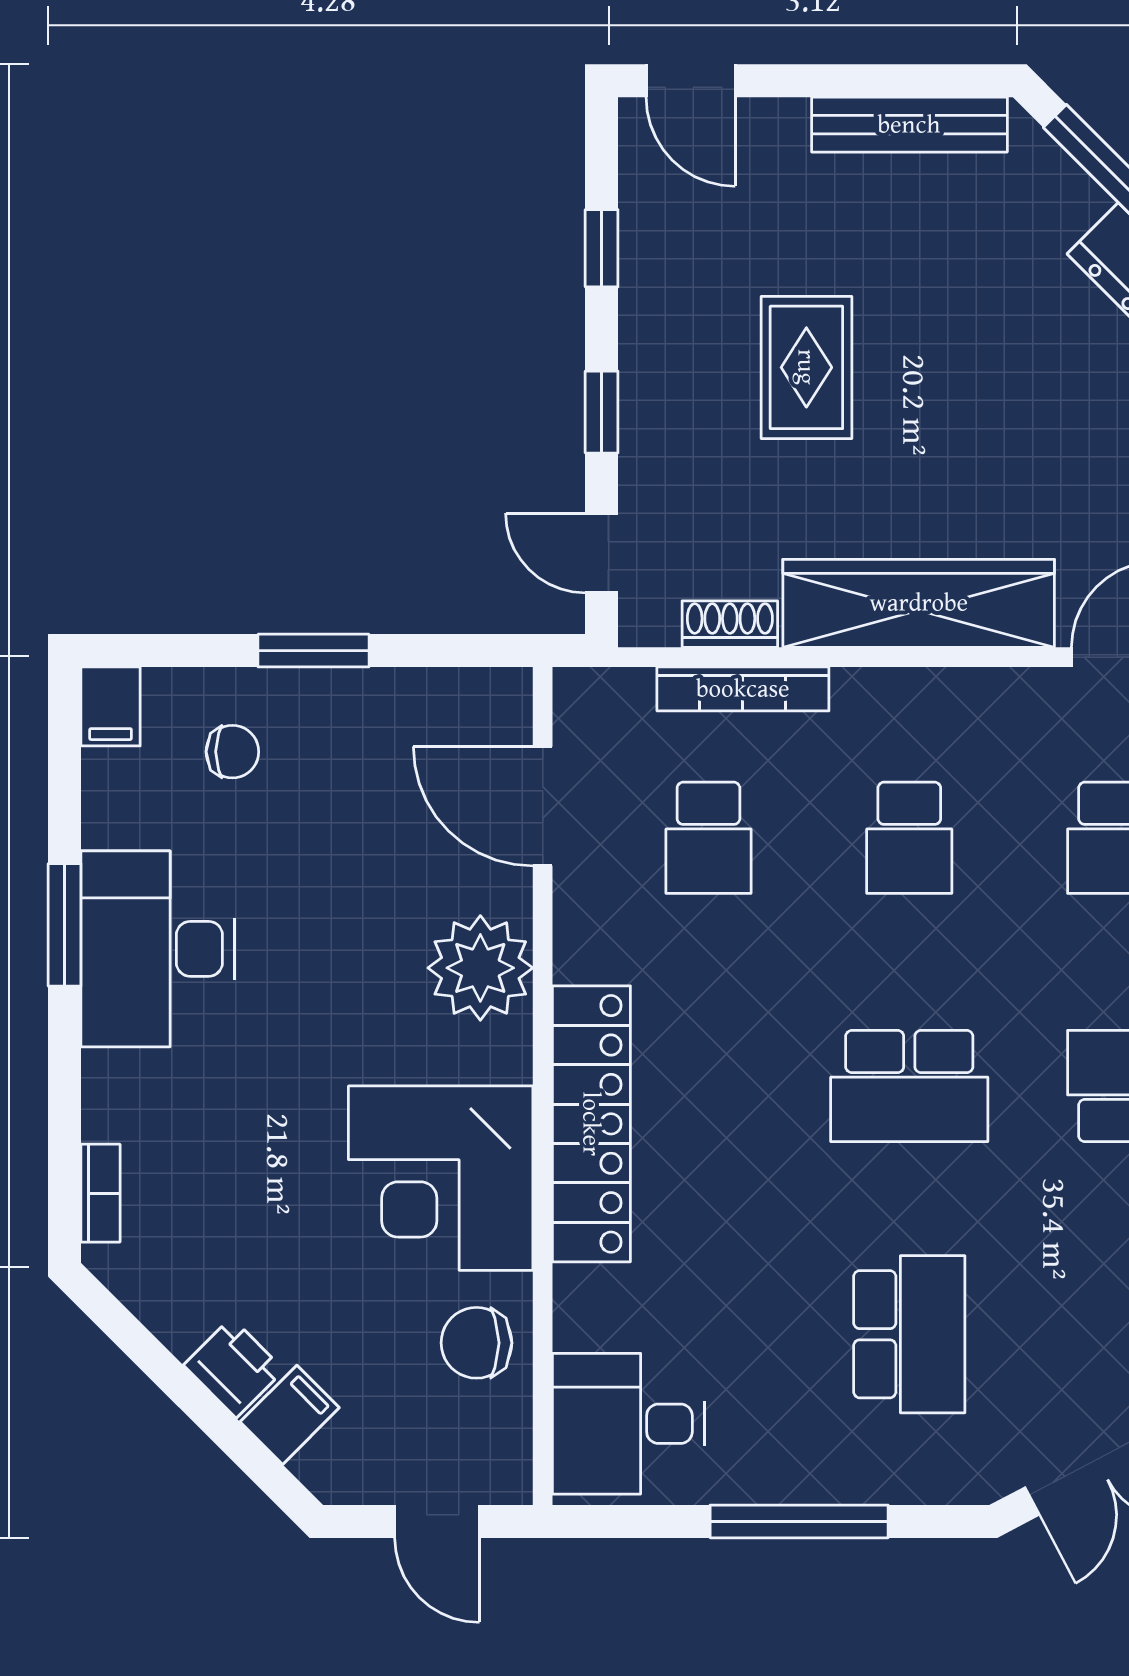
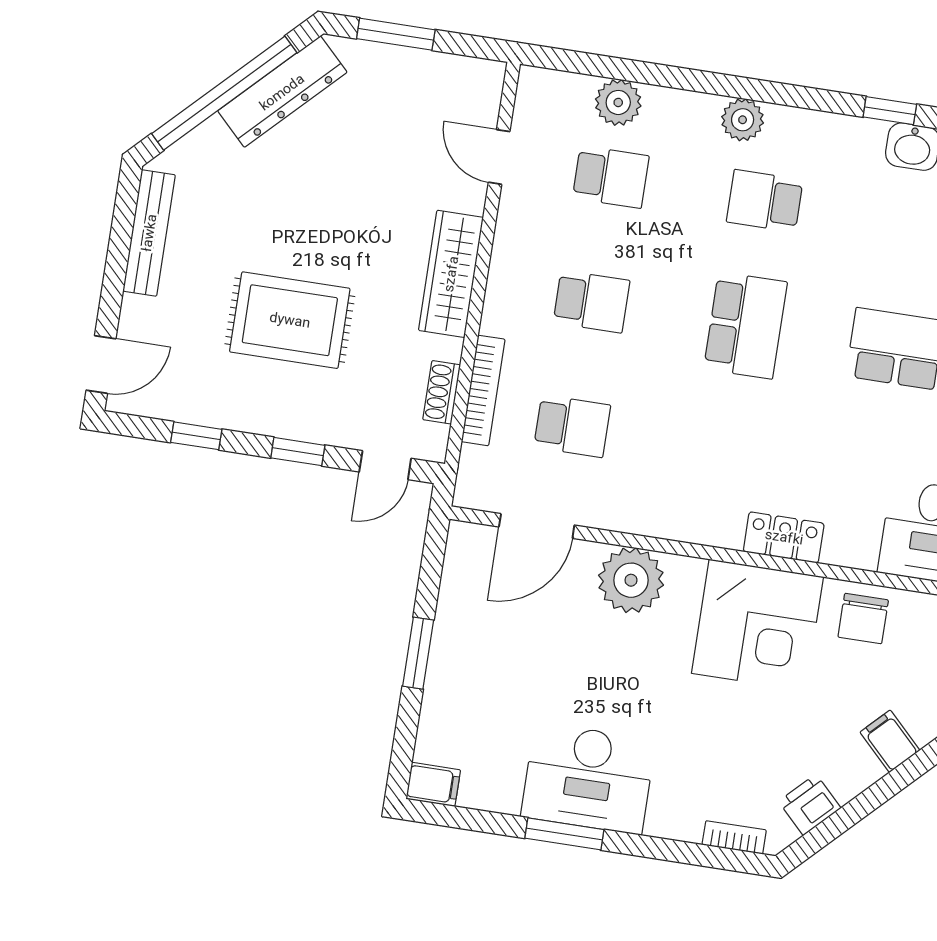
rug: (806, 367) -> (290, 320), width x1.36, depth x1.43
wardrobe: (919, 603) -> (451, 274), width x0.71, depth x0.85
chair: (232, 752) -> (473, 713), removed
locker: (591, 1124) -> (784, 537), width x0.46, depth x0.83
printer: (234, 1368) -> (810, 805), moved

